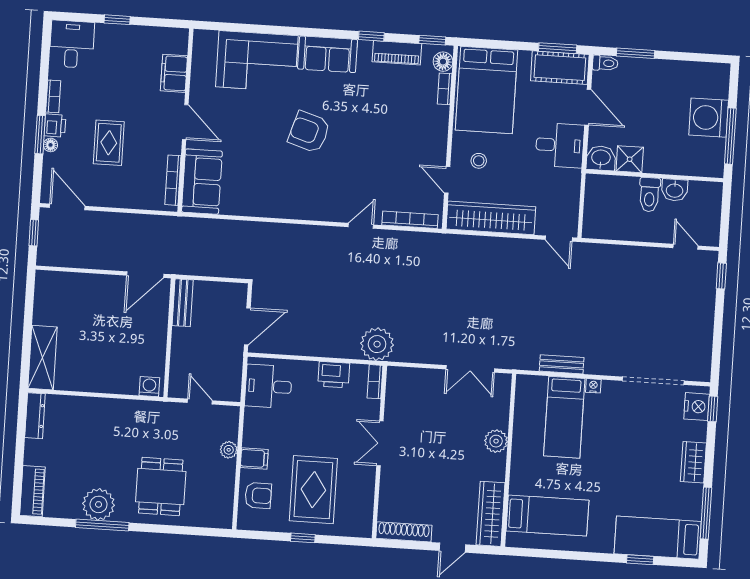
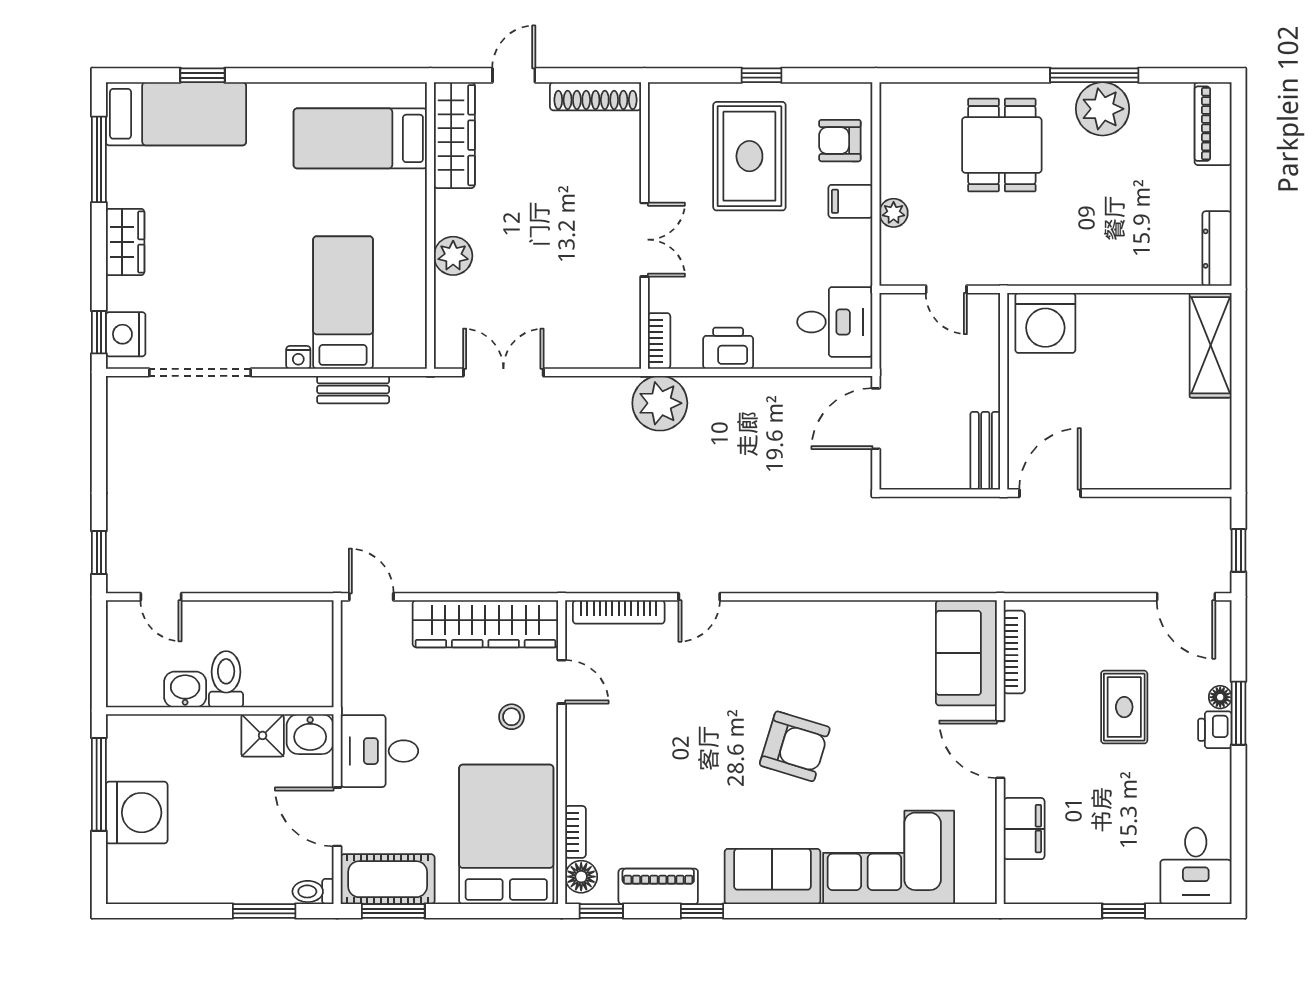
bookcase: (53, 96) -> (1221, 778), removed
washing machine: (149, 387) -> (1045, 323), width x1.89, depth x1.89

